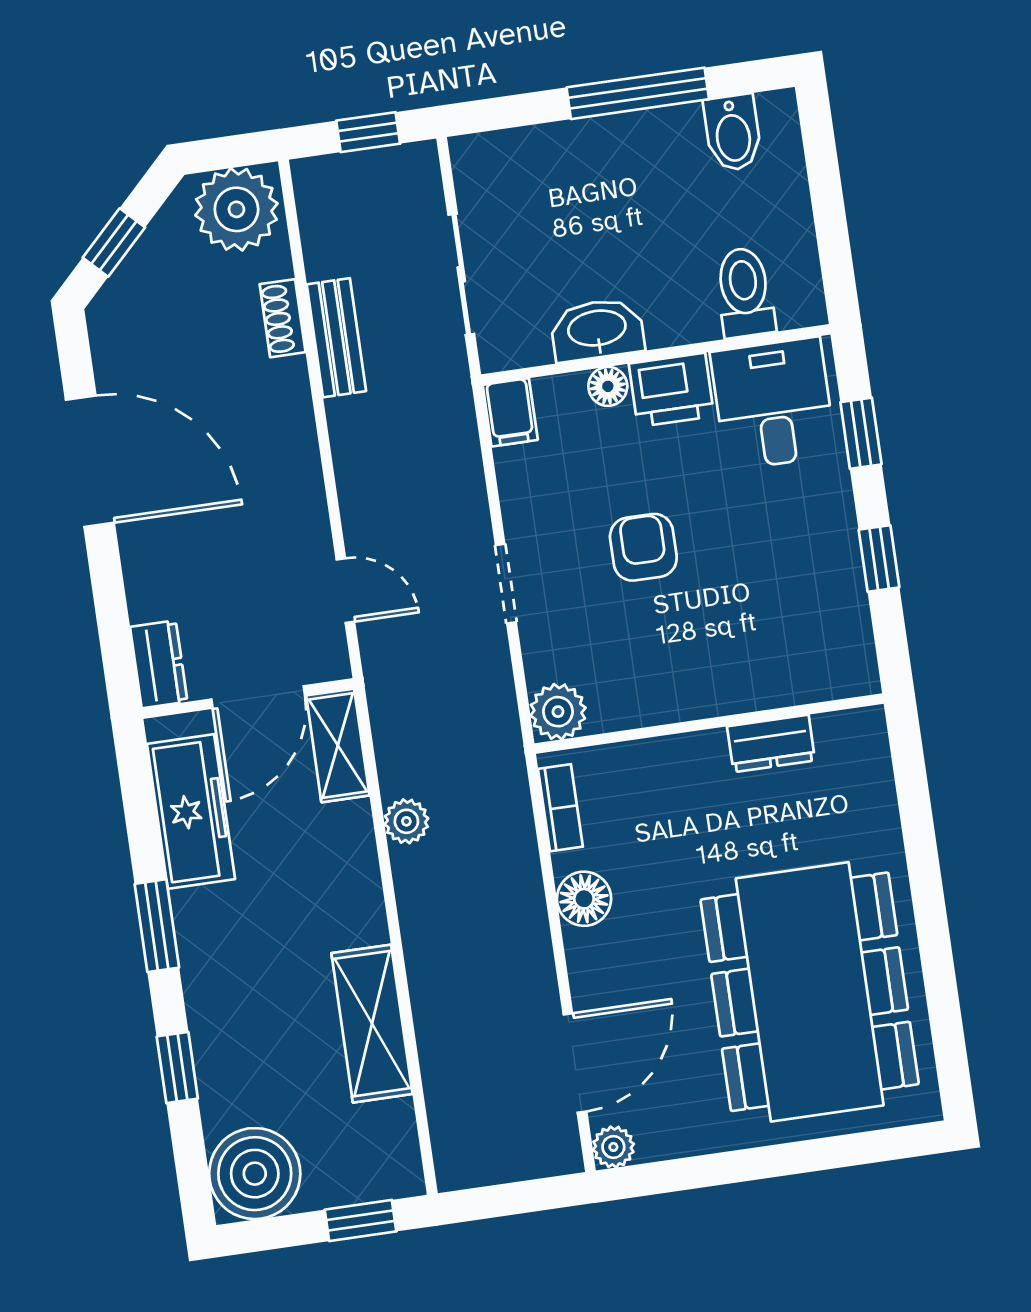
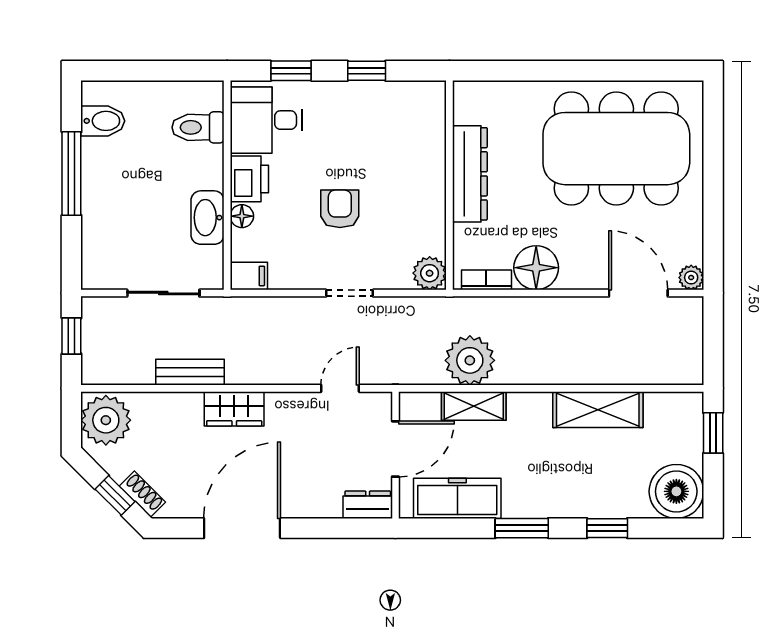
shoe rack: (283, 318) -> (142, 494), moved, turned -135
wardrobe: (286, 420) -> (234, 409), added
armchair: (643, 547) -> (340, 209), turned 90
door: (258, 697) -> (395, 449), hinge flipped
dresser: (771, 743) -> (470, 174), width x1.96, depth x1.24
shelving: (338, 745) -> (474, 406), moved
plant: (406, 821) -> (470, 360), width x1.87, depth x1.87
floor lamp: (584, 899) -> (536, 268), width x1.38, depth x1.38

